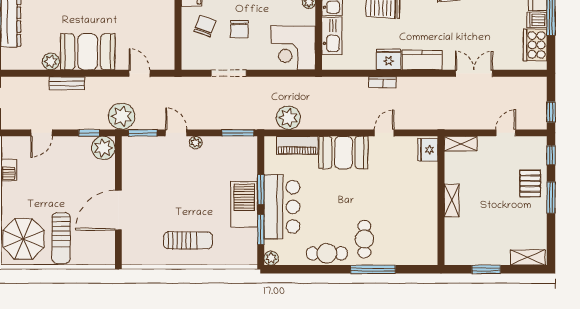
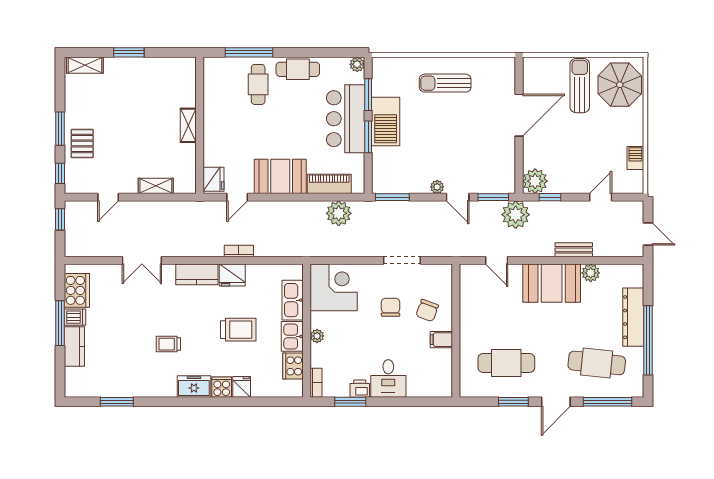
fridge: (428, 150) -> (213, 179), moved
shelving: (452, 200) -> (188, 125), moved
wall: (441, 201) -> (200, 125), moved

